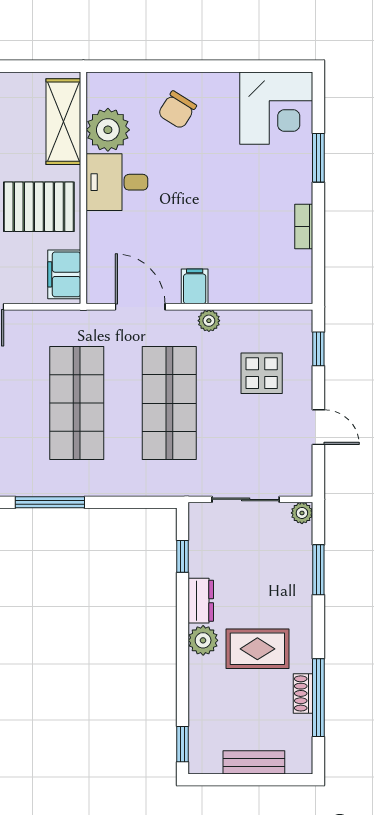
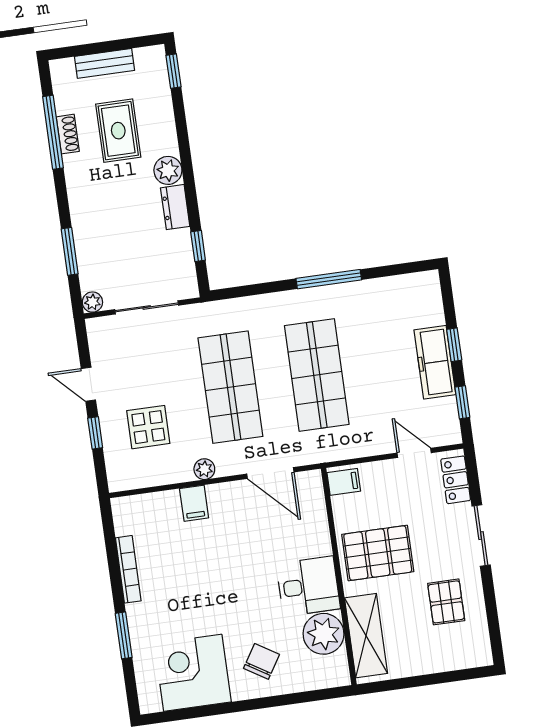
corner desk: (276, 108) -> (193, 673), moved
bookcase: (304, 227) -> (128, 569), width x1.56
filing cabinet: (64, 274) -> (344, 482), width x0.50
filing cabinet: (195, 286) -> (194, 503), moved
window: (318, 349) -> (95, 433), moved
rug: (257, 649) -> (118, 131), moved, turned 90

